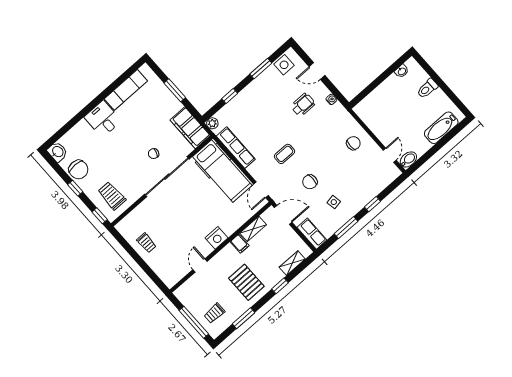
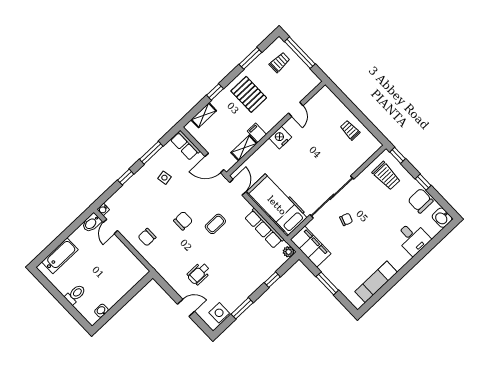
water cooler: (331, 99) -> (103, 209), moved
desk: (103, 119) -> (413, 238), moved
chair: (310, 182) -> (183, 221), moved

